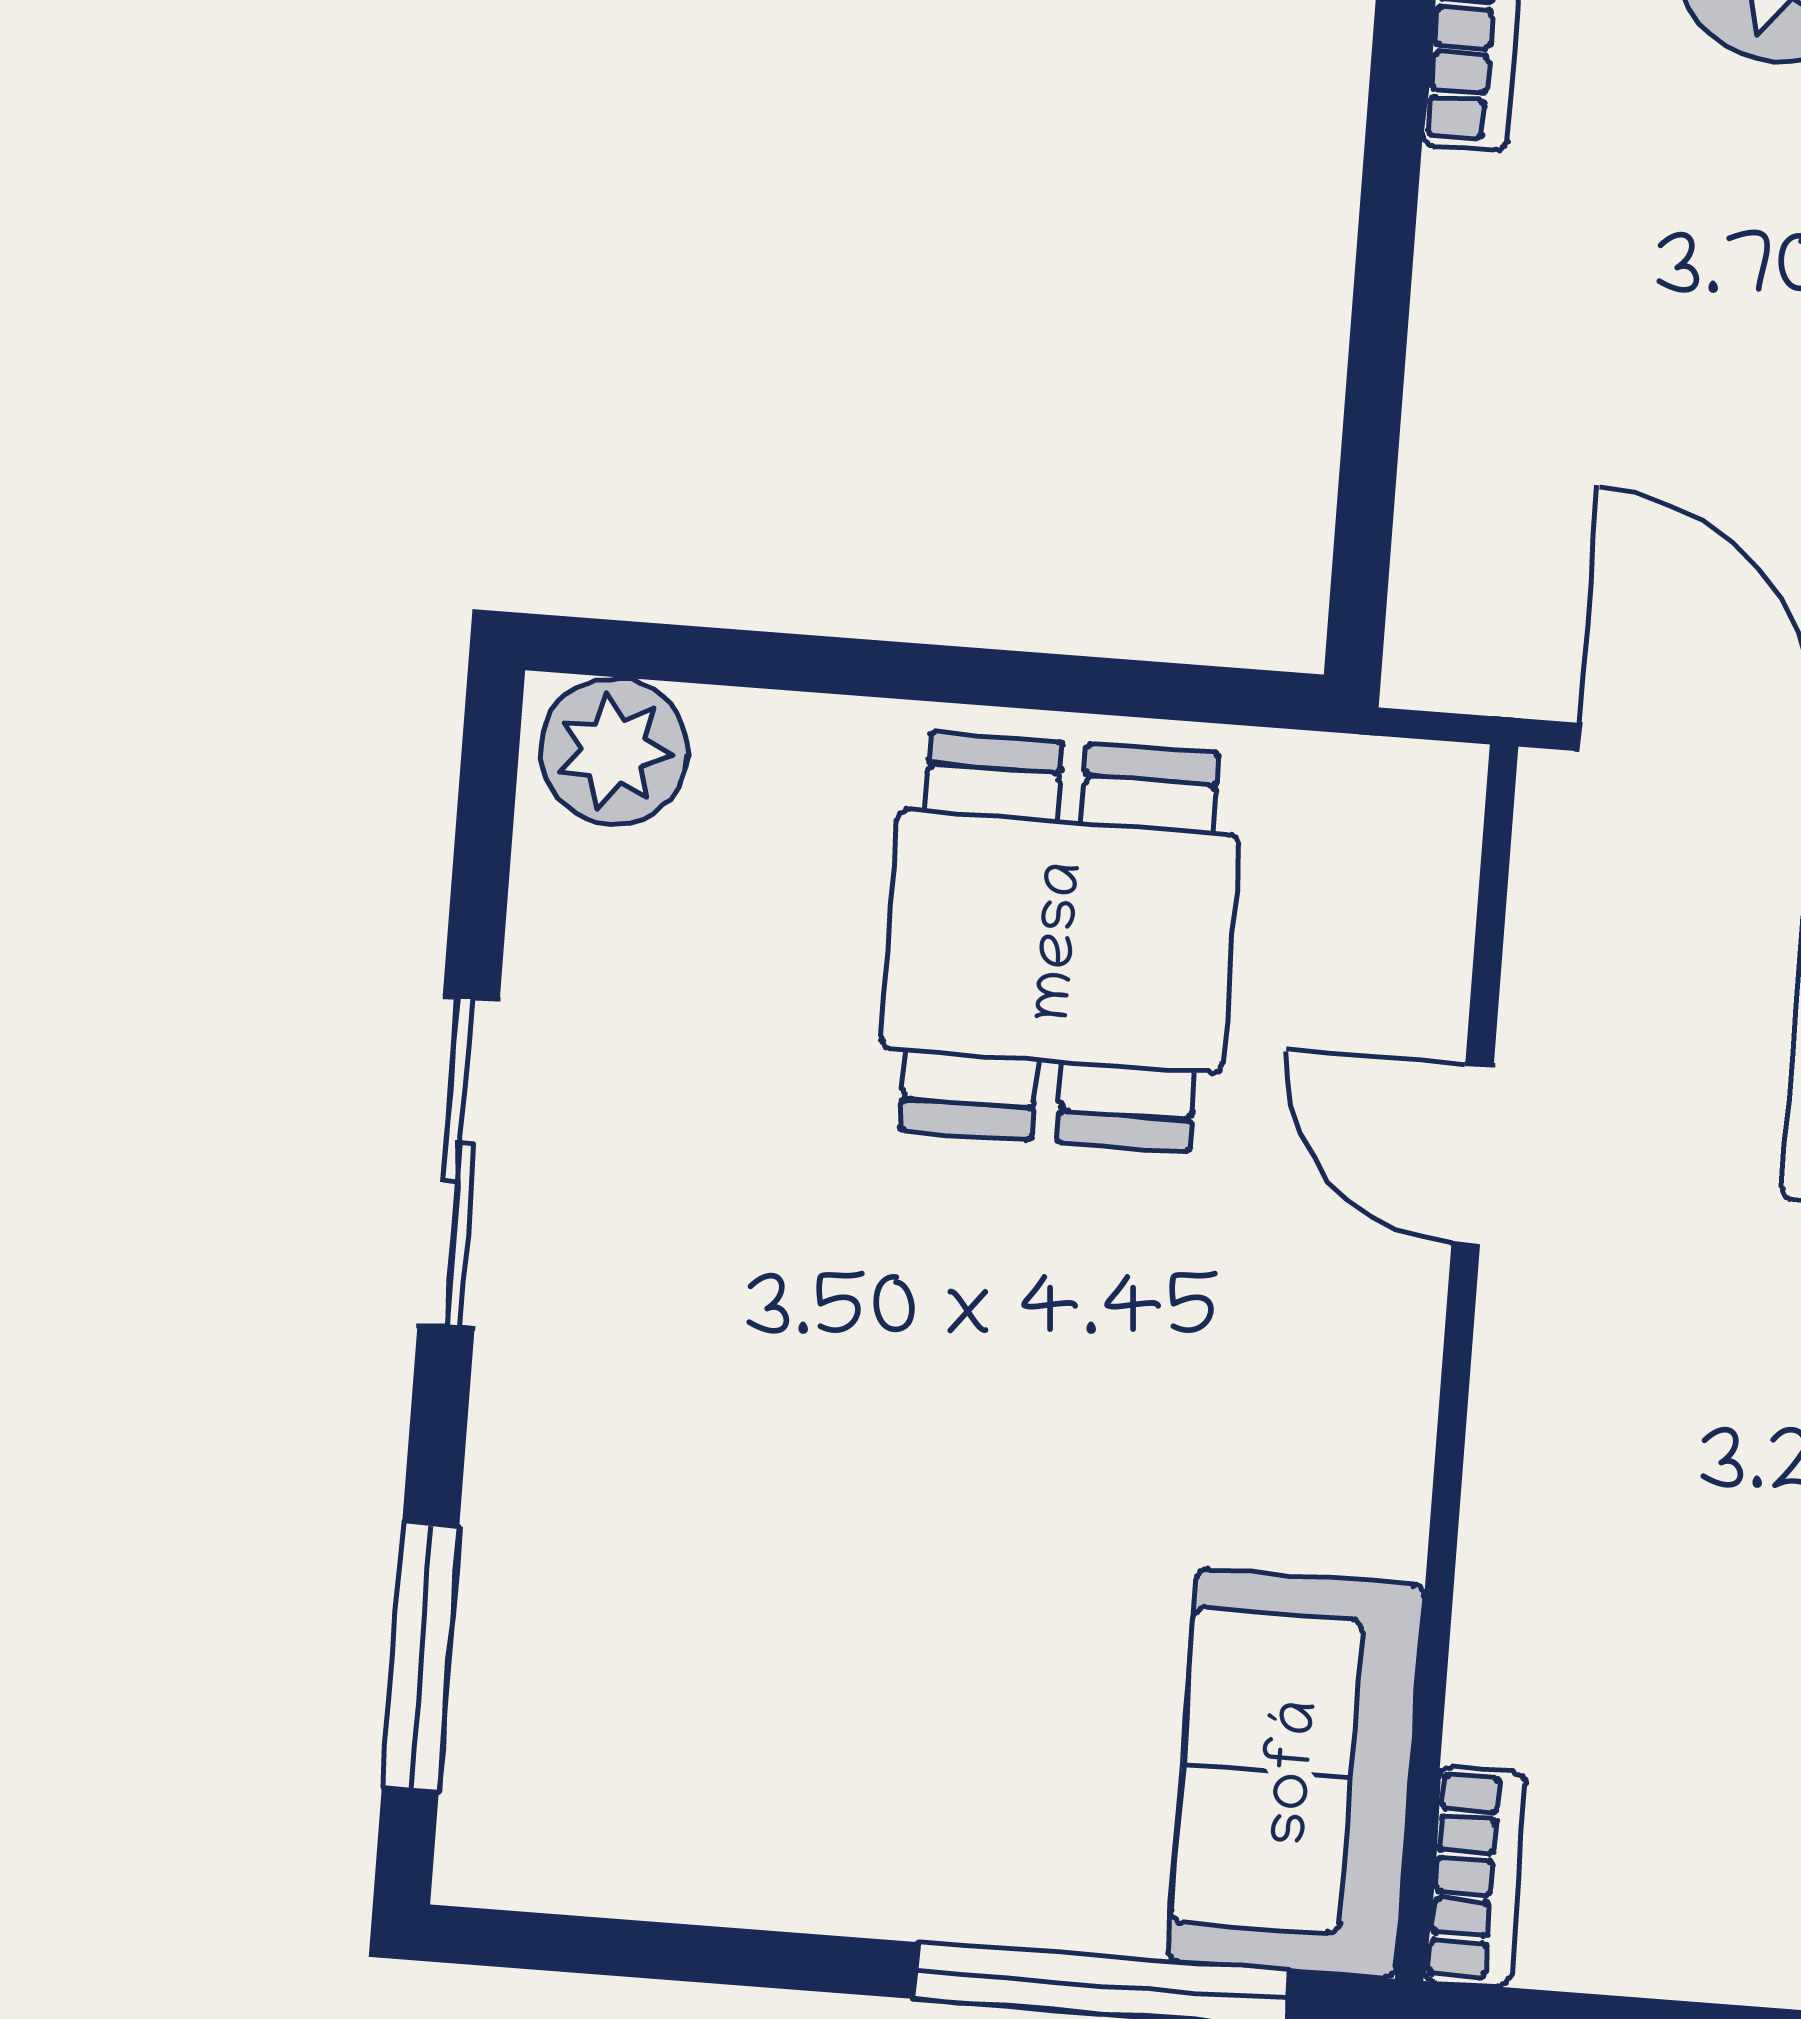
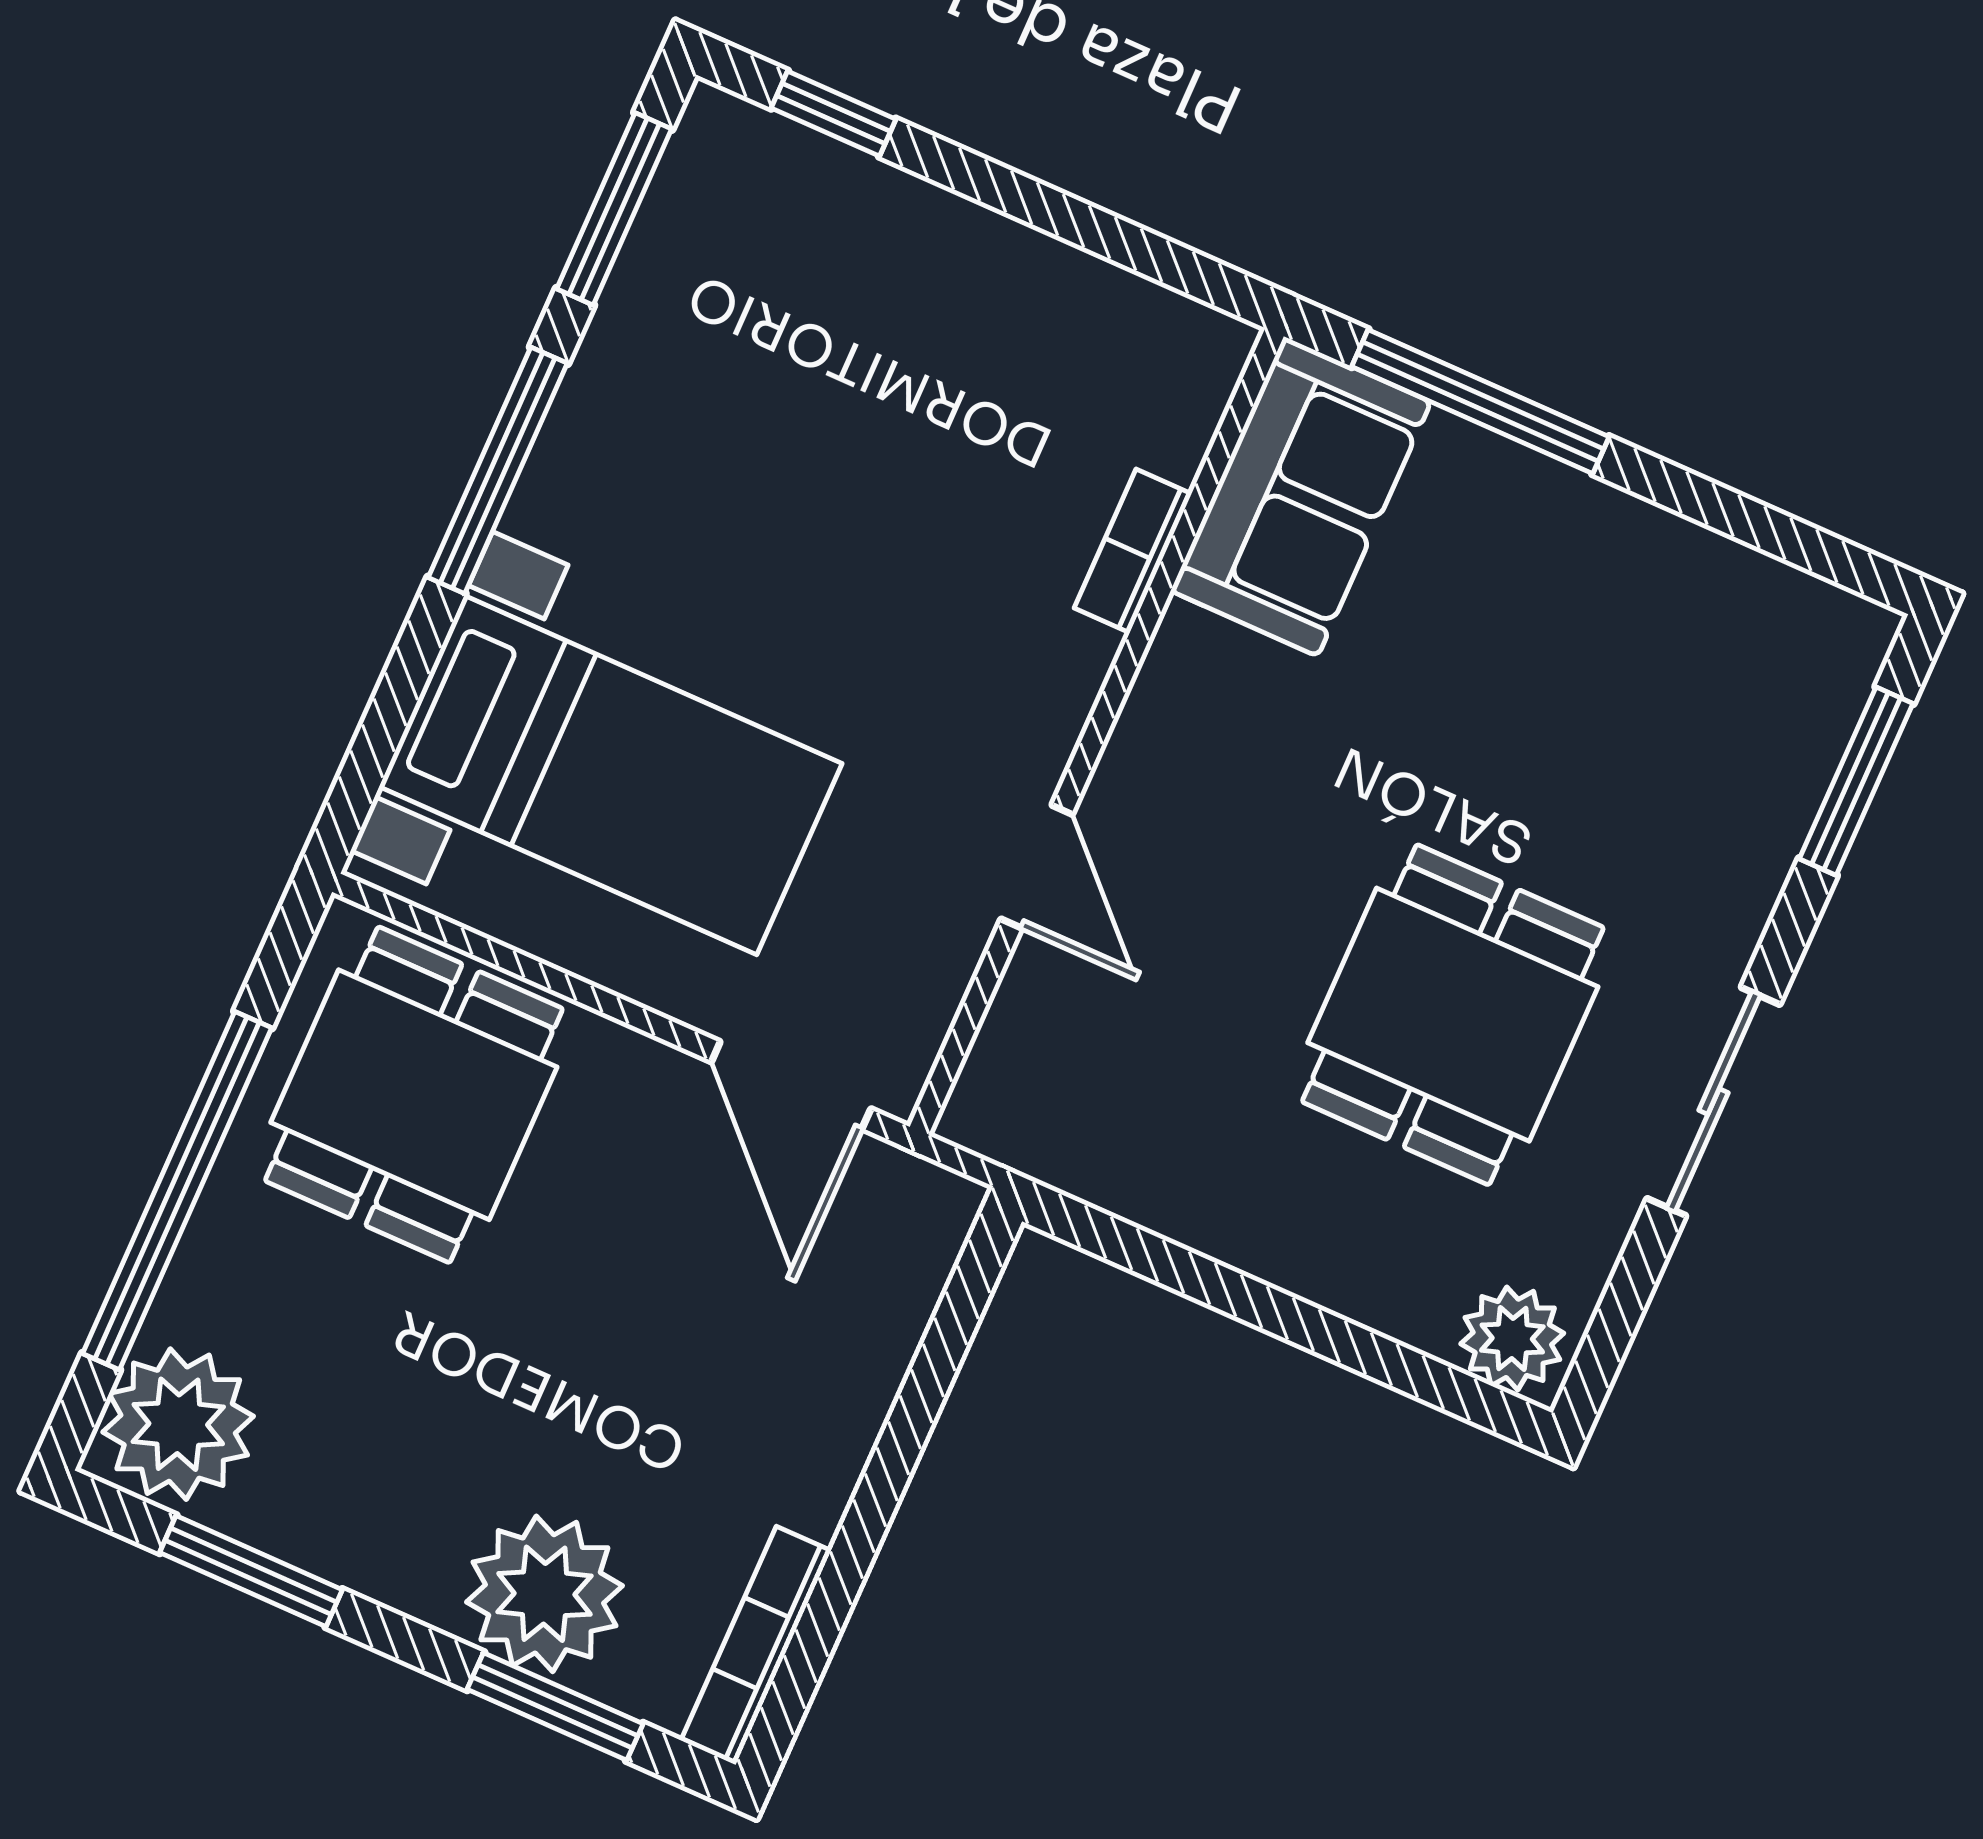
dining table: (1060, 942) -> (1453, 1015), moved
bookcase: (1474, 1877) -> (1133, 551), moved

